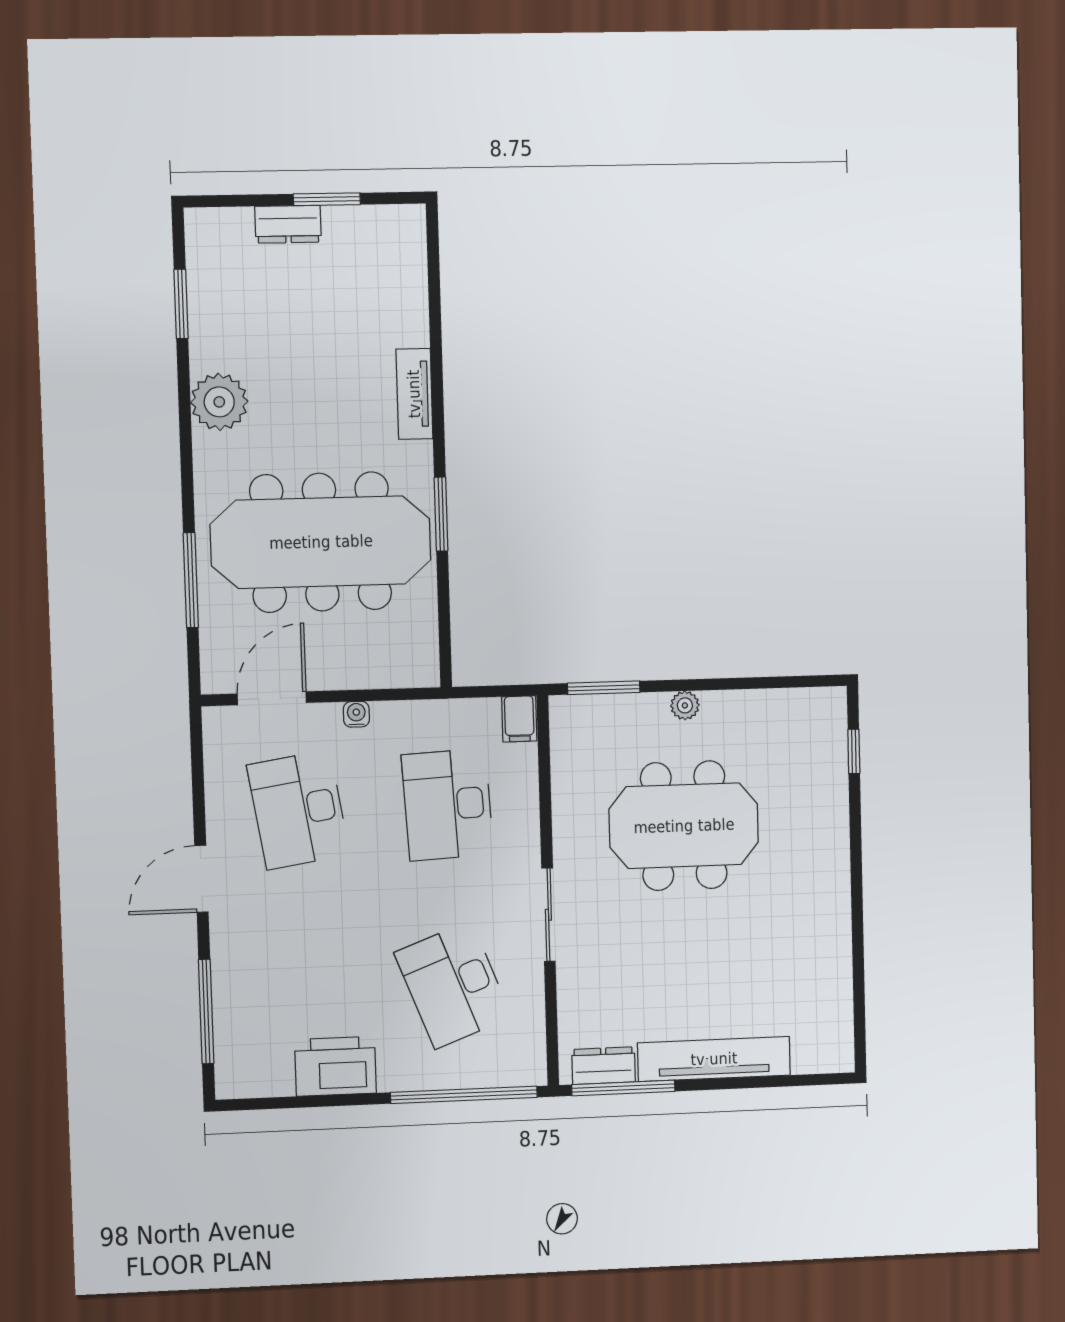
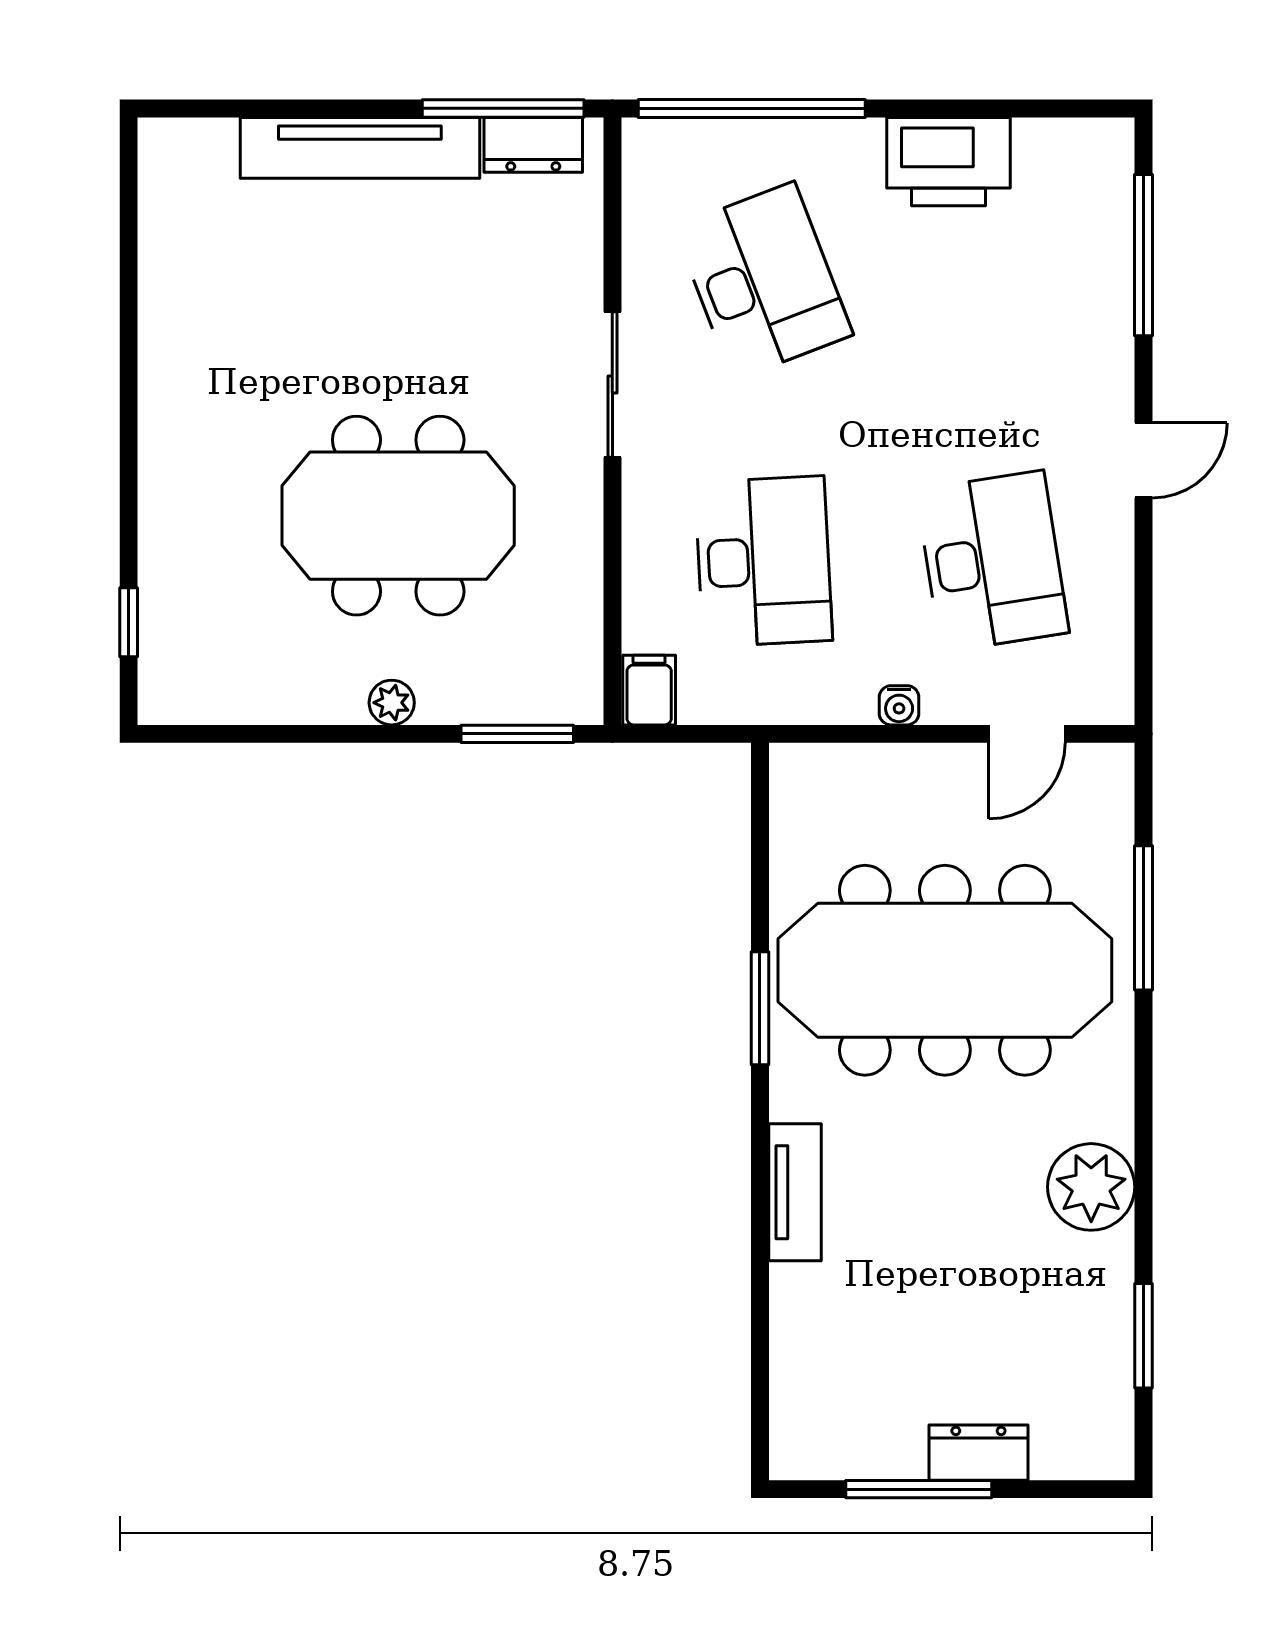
window: (327, 199) -> (919, 1489), width x1.44
door: (272, 698) -> (1027, 734), width x0.73
door: (201, 879) -> (1143, 460), width x0.73

